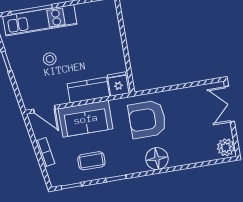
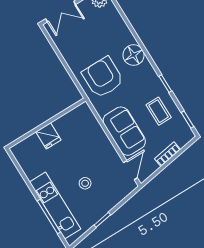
fridge: (118, 84) -> (48, 136), moved, turned -90
kitchen counter: (88, 90) -> (98, 139), removed
armchair: (147, 119) -> (103, 77), turned 180

